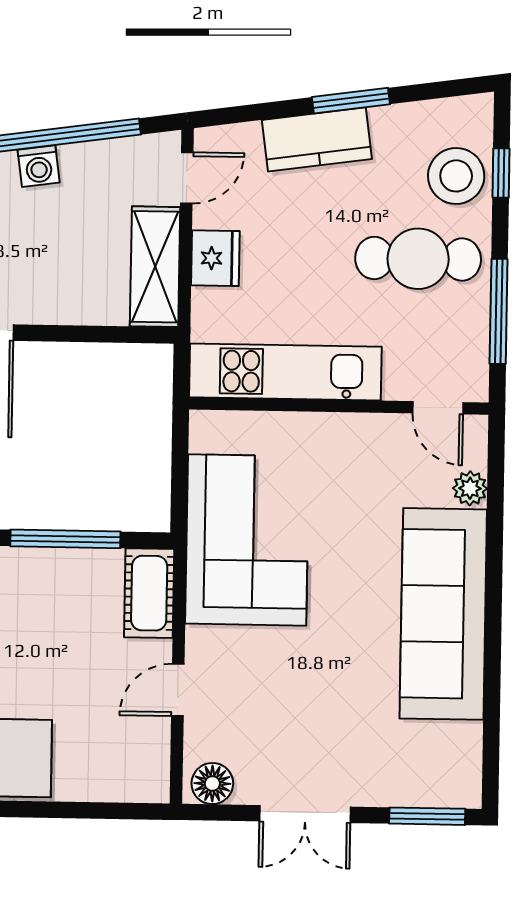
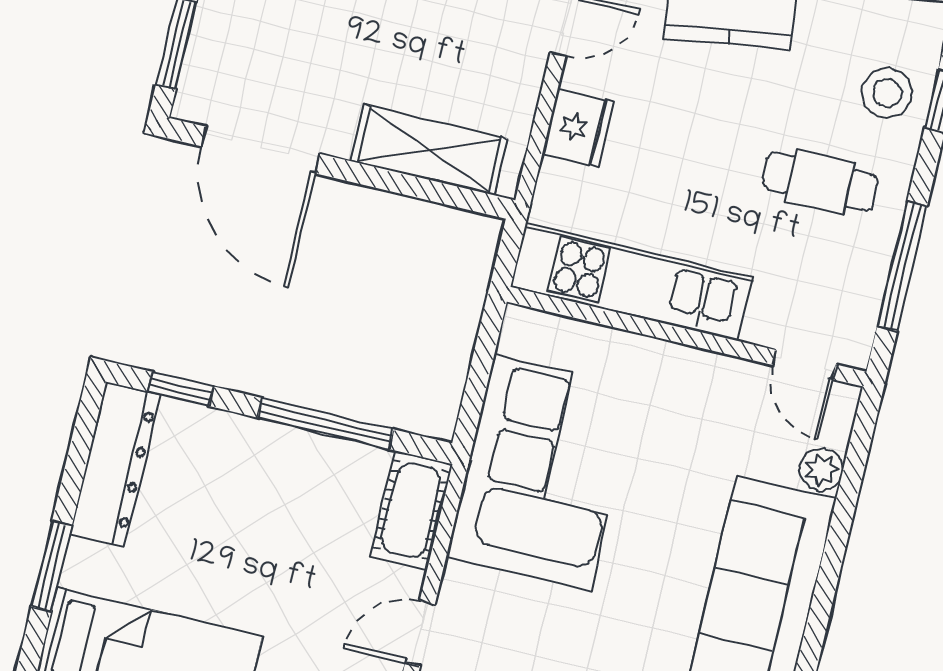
stool: (456, 176) -> (887, 93), width x0.73, depth x0.73
cafe table: (418, 259) -> (820, 182), width x0.73, depth x0.74
shelving: (155, 267) -> (429, 150), moved, turned 90

